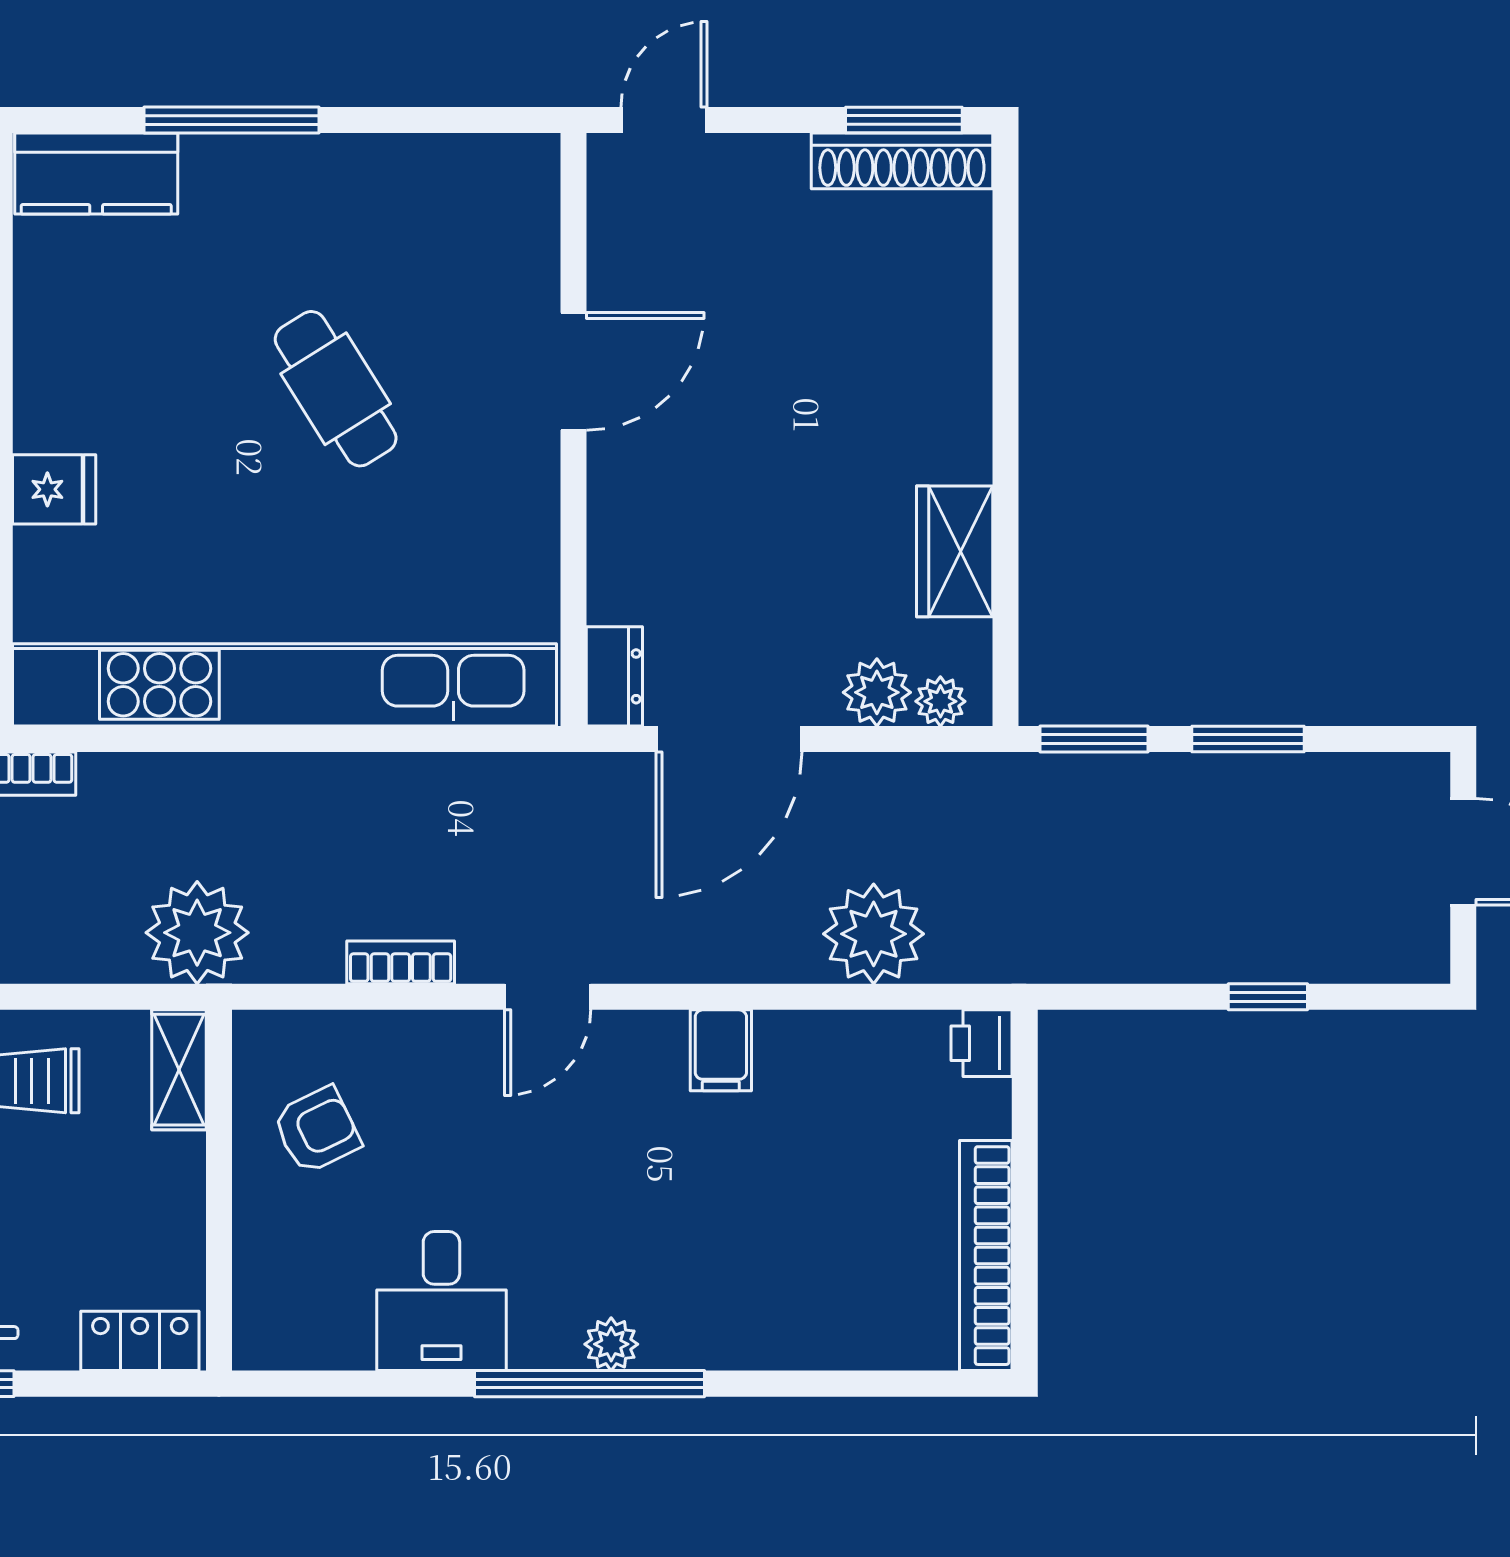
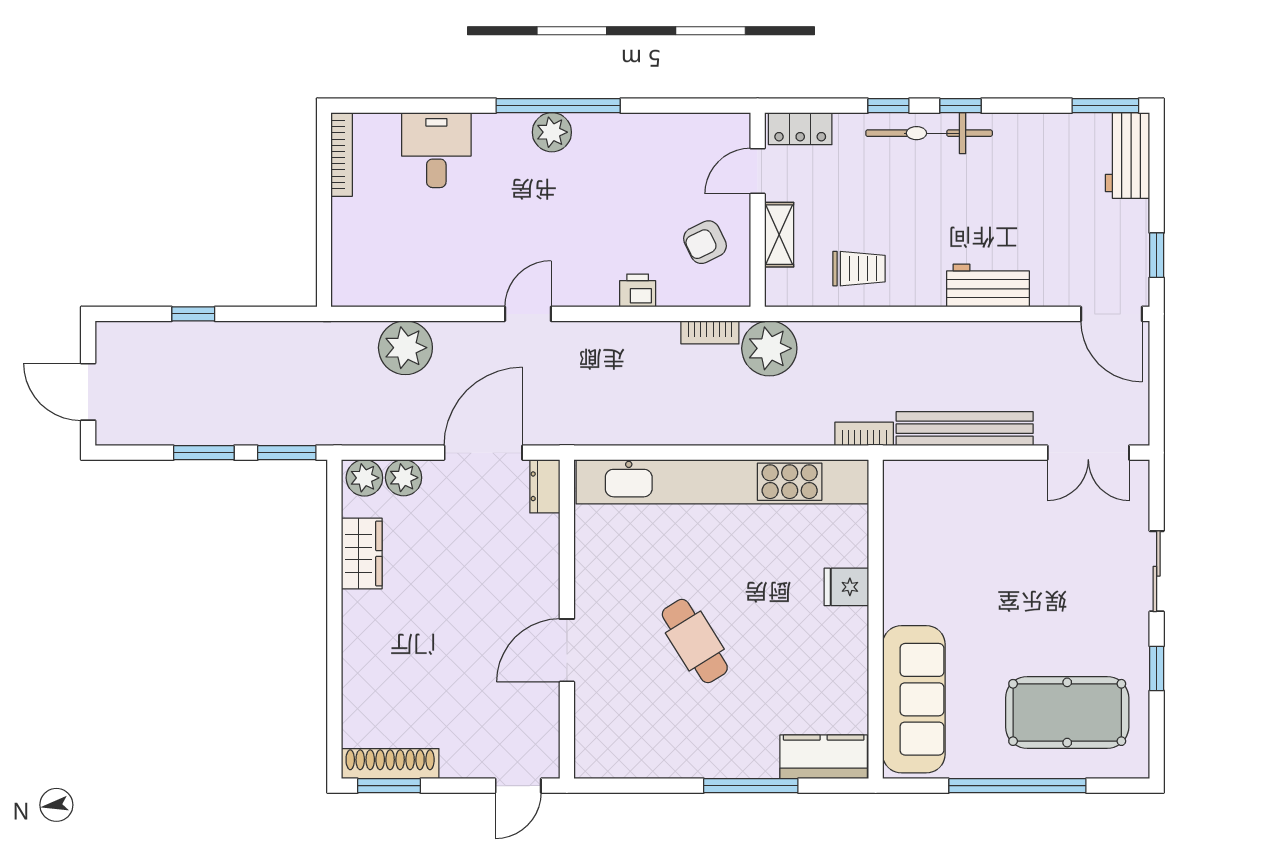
plant: (940, 701) -> (364, 478), width x1.38, depth x1.38
bookcase: (401, 962) -> (710, 332), moved
door: (548, 997) -> (528, 314), moved
printer: (981, 1043) -> (638, 290), moved, turned -90
filing cabinet: (721, 1050) -> (488, 285), removed
shelving: (179, 1070) -> (779, 235), moved
bookcase: (986, 1256) -> (342, 154), width x0.68, depth x0.76
door: (219, 1262) -> (758, 171), added
desk: (441, 1301) -> (436, 150), moved
plant: (611, 1344) -> (552, 132), width x1.38, depth x1.38

